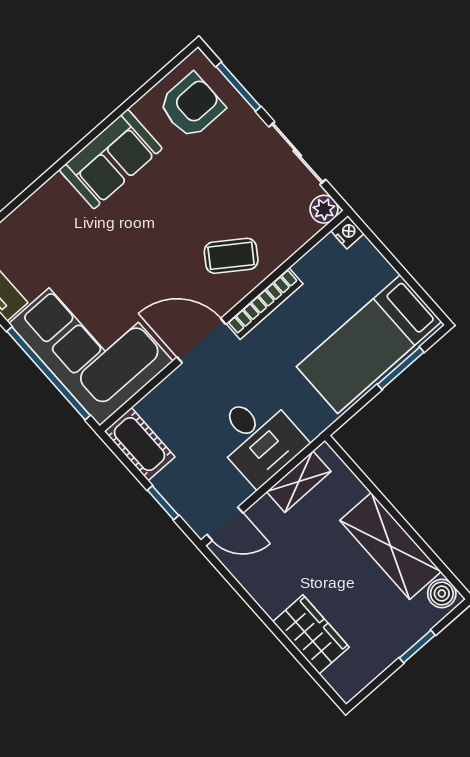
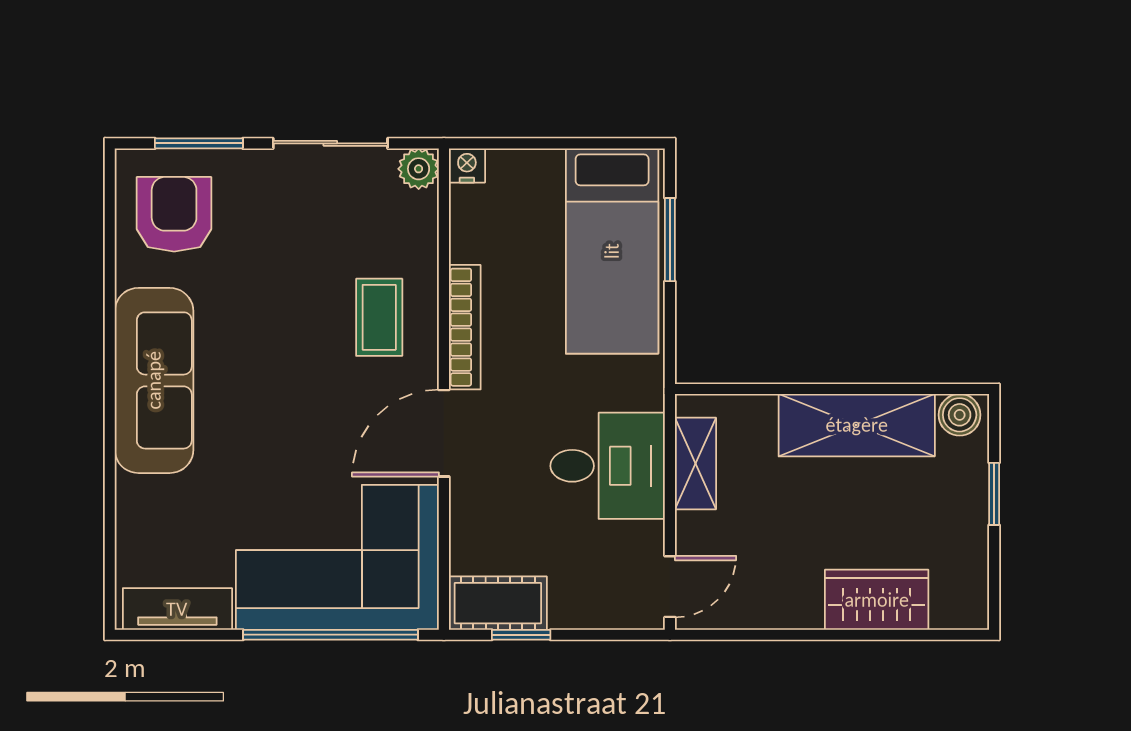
sofa: (111, 159) -> (154, 380), width x1.36
coffee table: (231, 256) -> (379, 317), turned -35
window: (163, 503) -> (521, 635), moved

